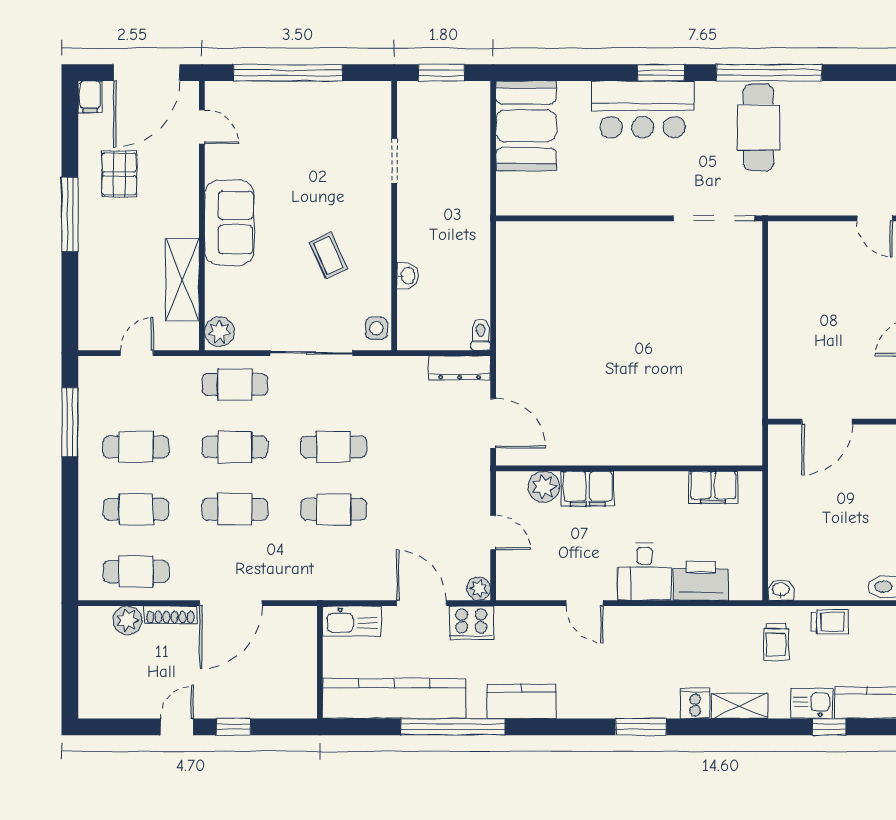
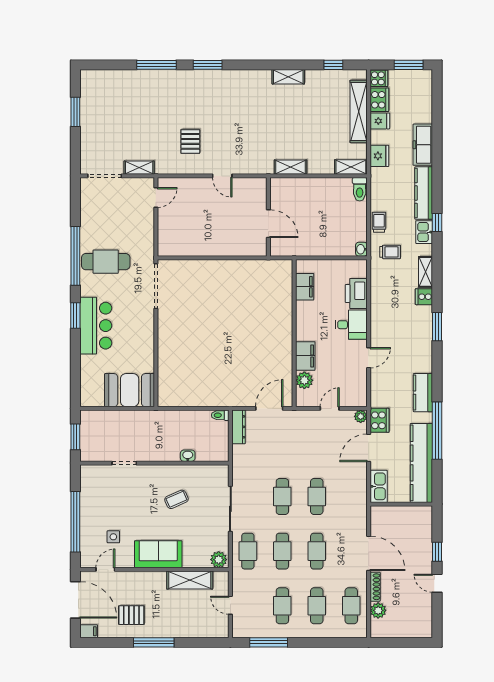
booth: (526, 126) -> (130, 390), moved
side table: (376, 328) -> (113, 537), moved

